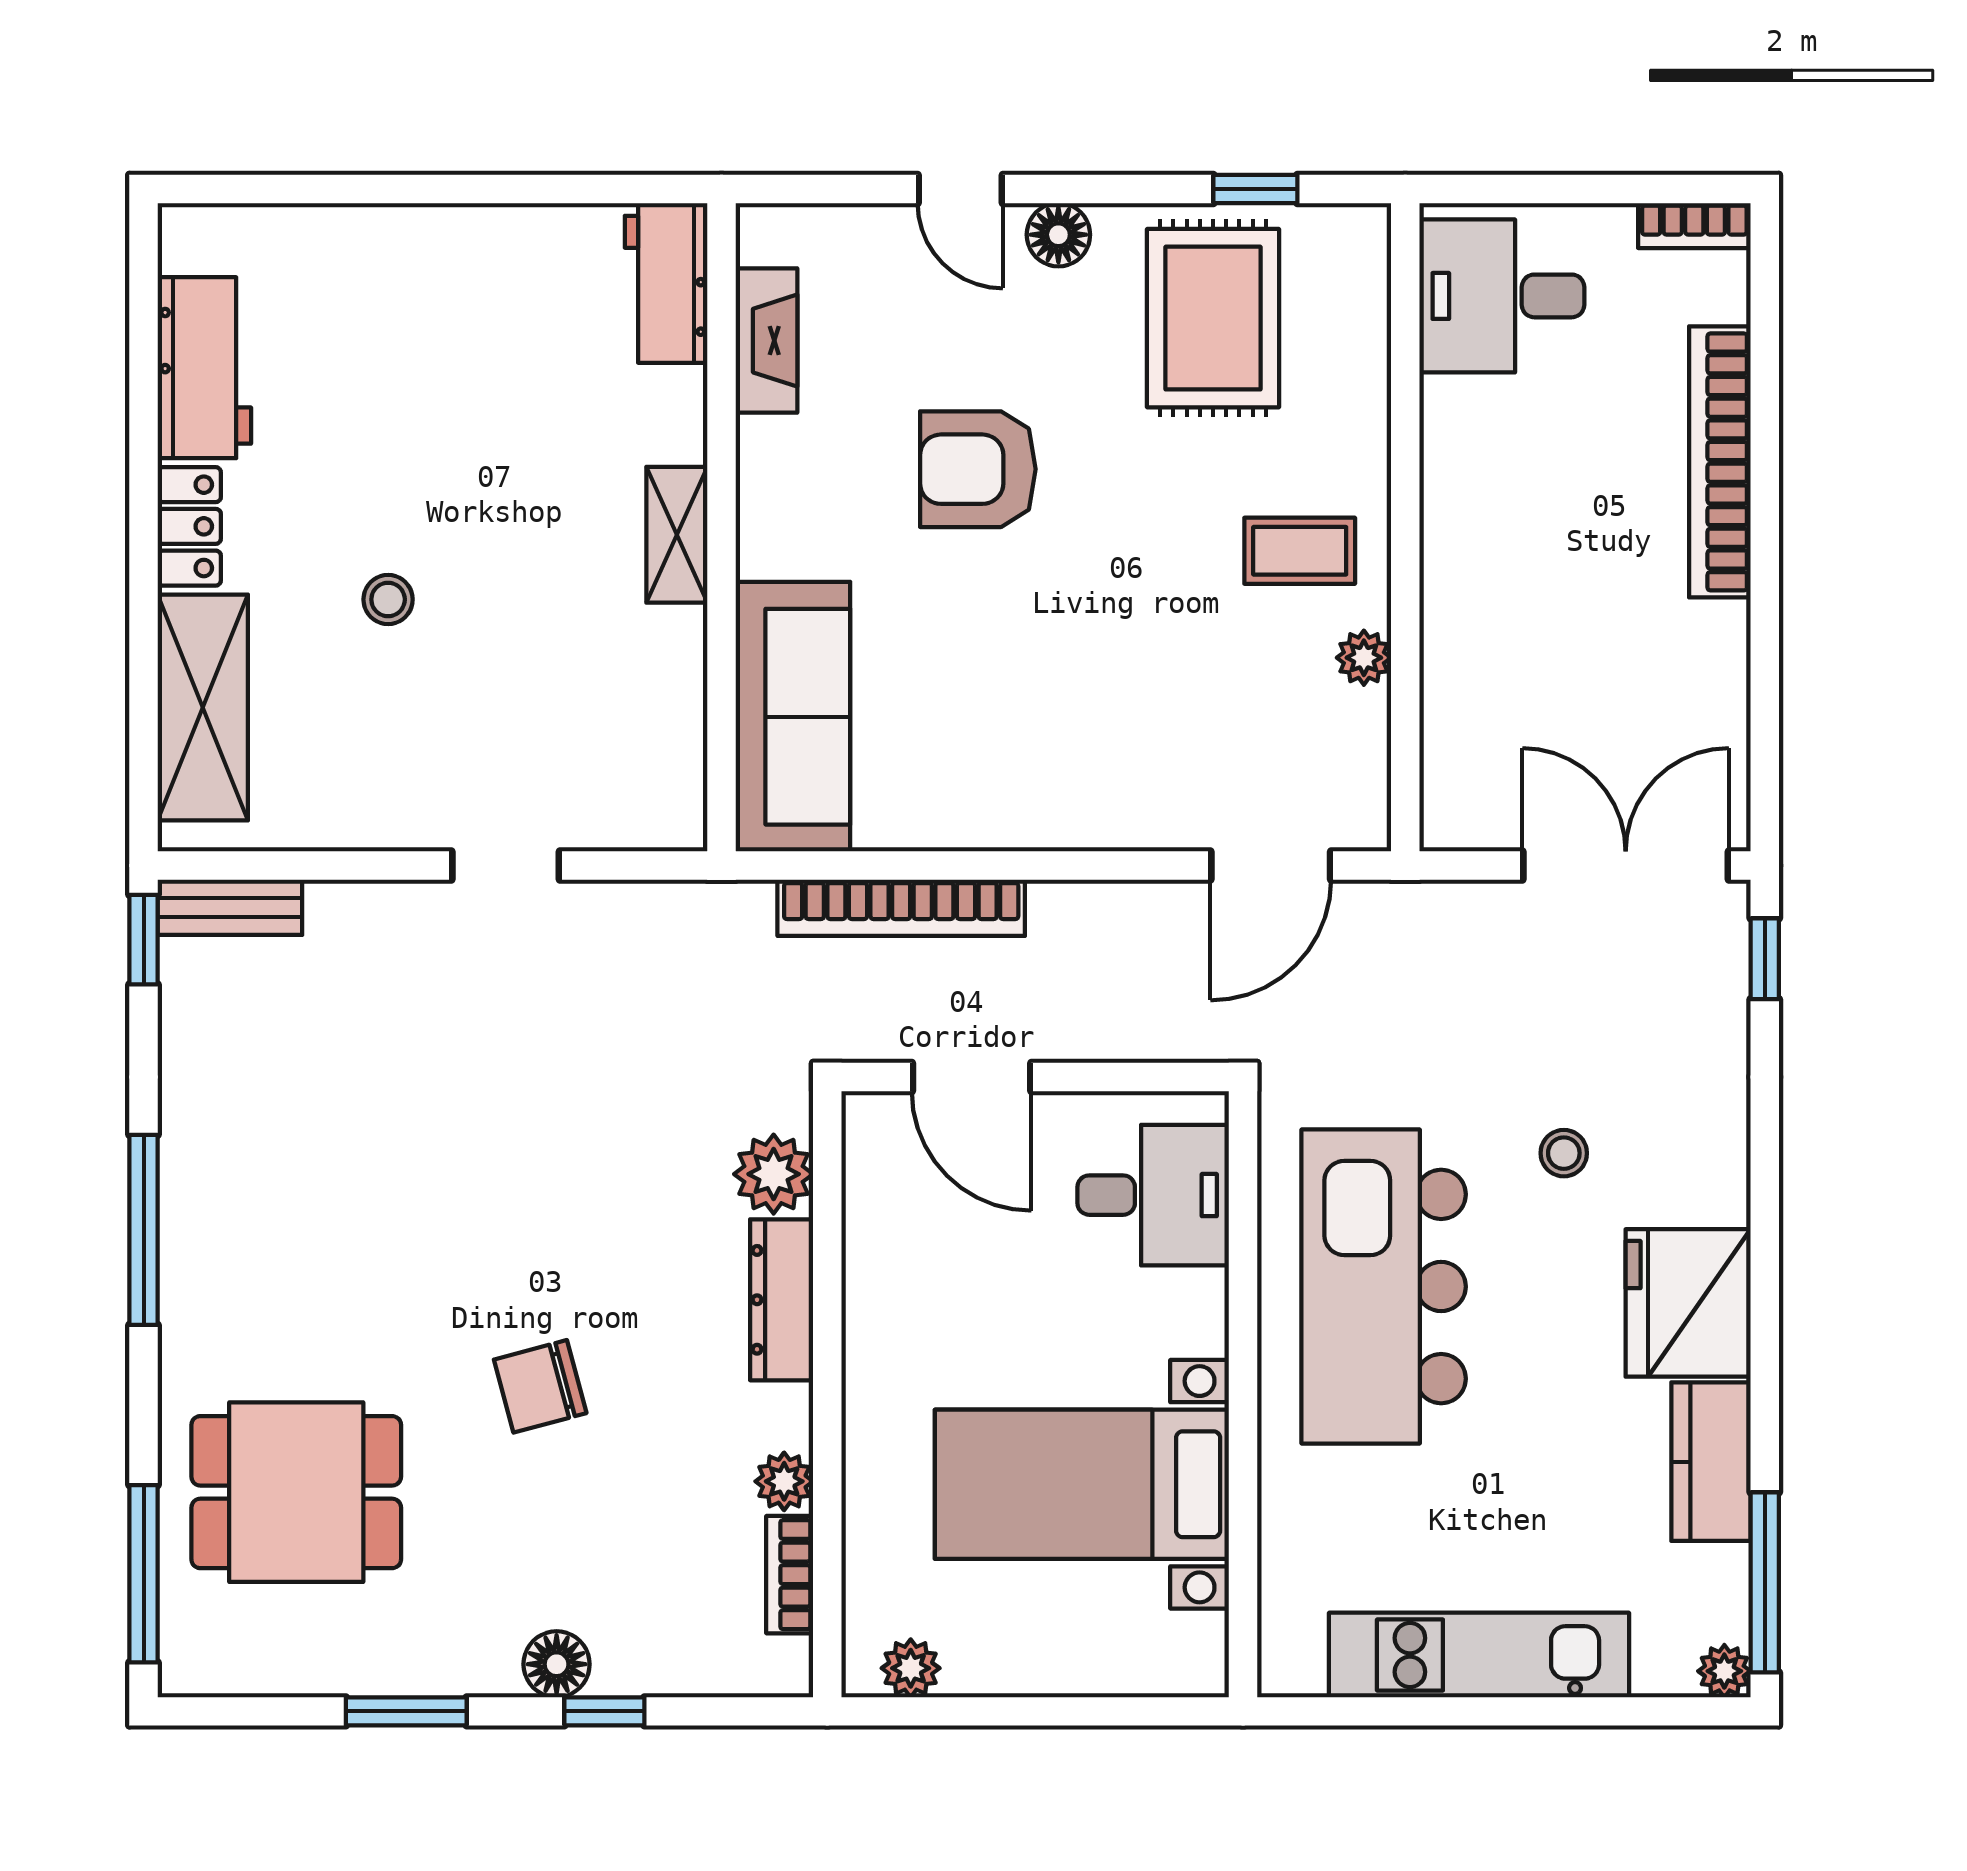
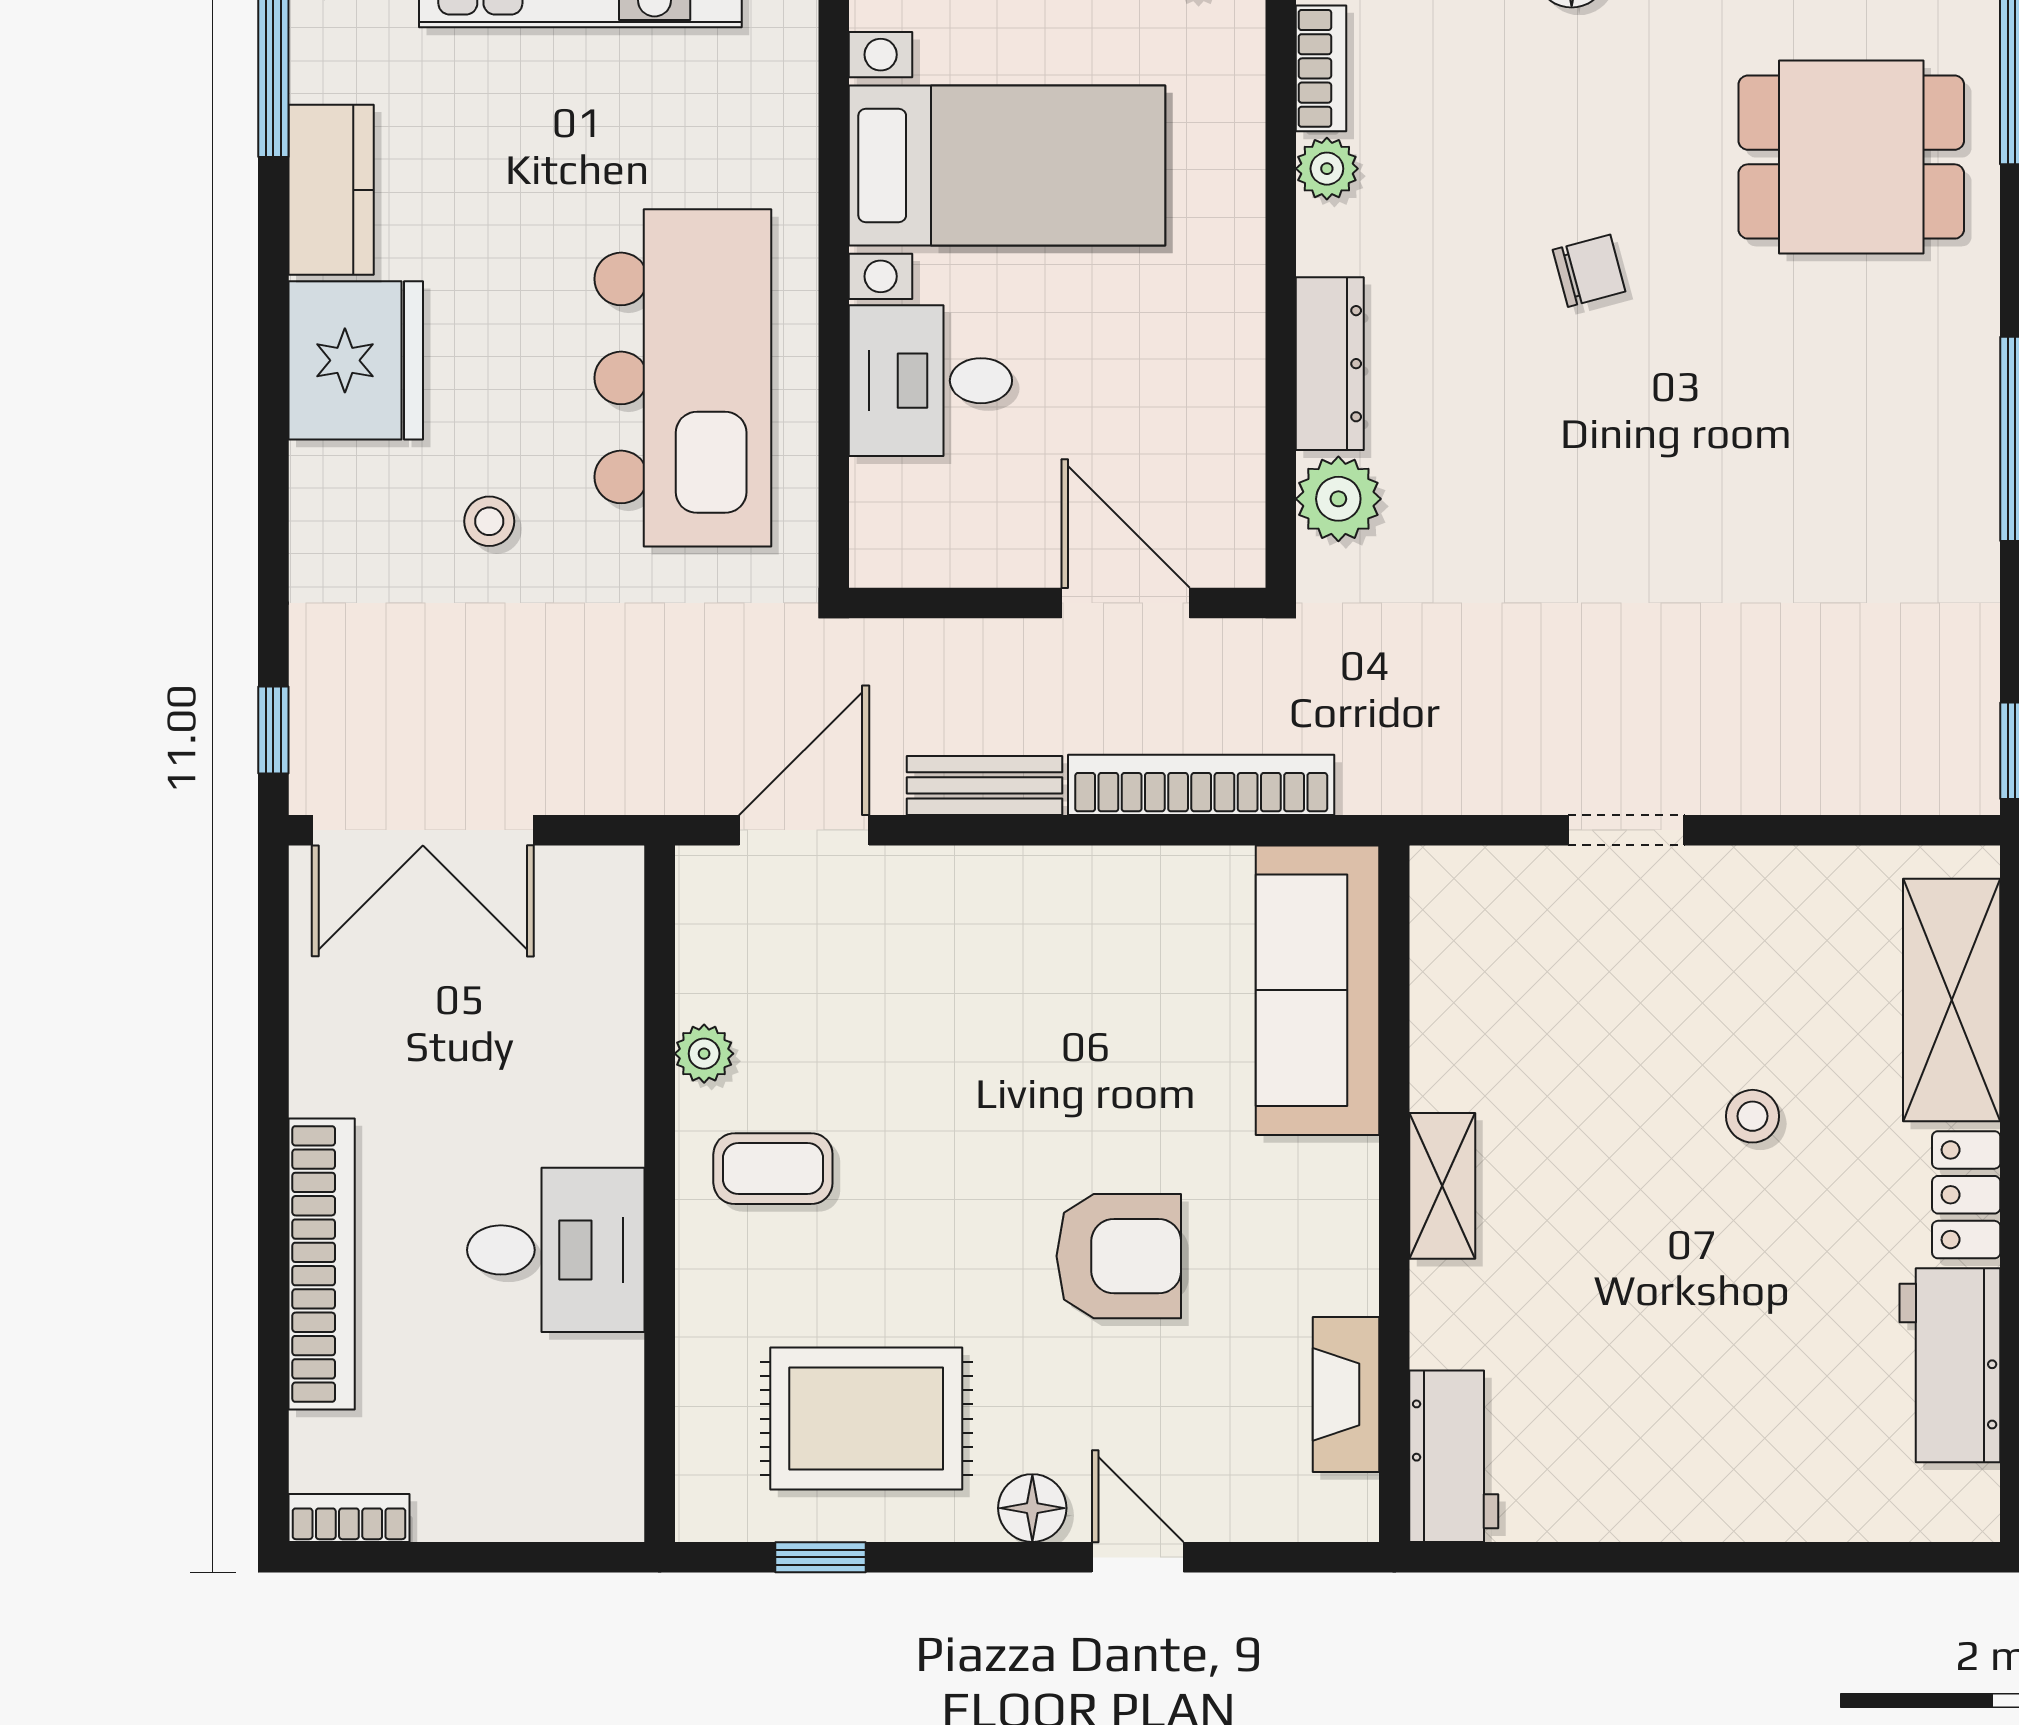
desk: (1502, 296) -> (556, 1250), moved
rug: (1213, 318) -> (866, 1419), turned 90
bench: (230, 907) -> (984, 785), moved
desk: (1153, 1195) -> (930, 381), moved
chair: (540, 1386) -> (1589, 271), width x0.73, depth x0.73

